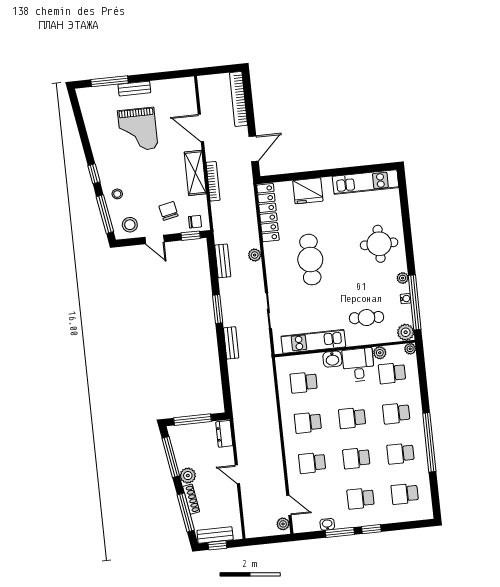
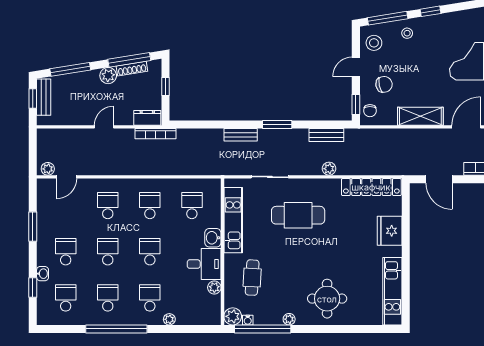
bookcase: (213, 181) -> (155, 134), moved
cafe table: (310, 260) -> (298, 215), moved
water cooler: (406, 299) -> (248, 320), moved
plant: (410, 349) -> (169, 319), moved
school desk: (392, 373) -> (192, 298), removed
window: (192, 420) -> (165, 86), width x0.46
shoe rack: (191, 499) -> (132, 69), moved
washbasin: (327, 524) -> (43, 274), moved
window: (371, 529) -> (33, 287), moved

